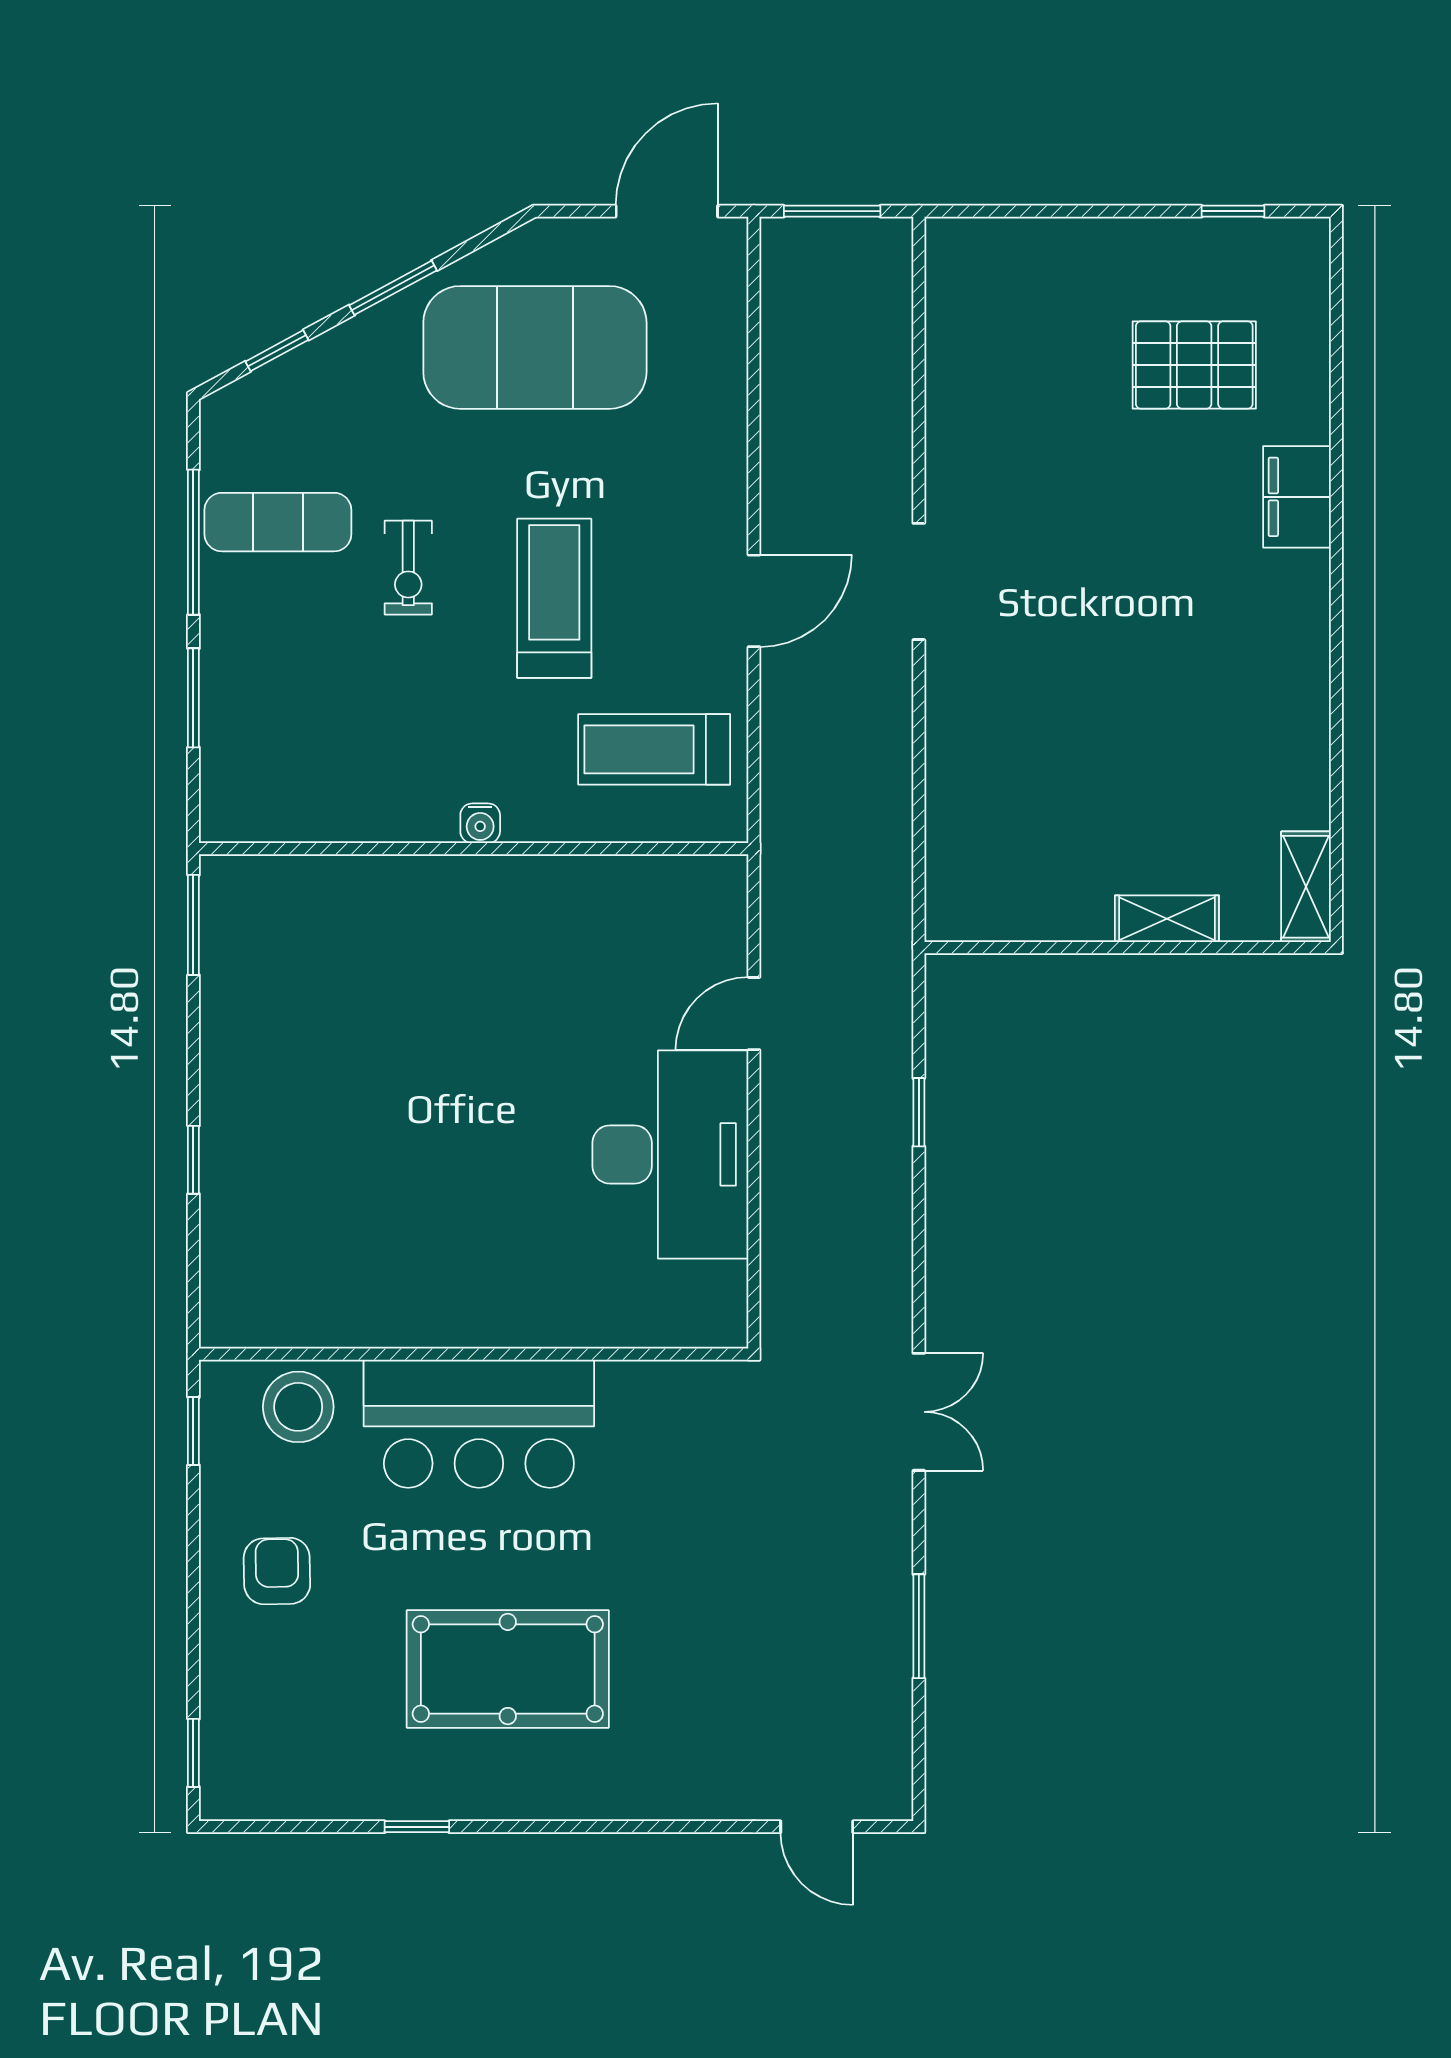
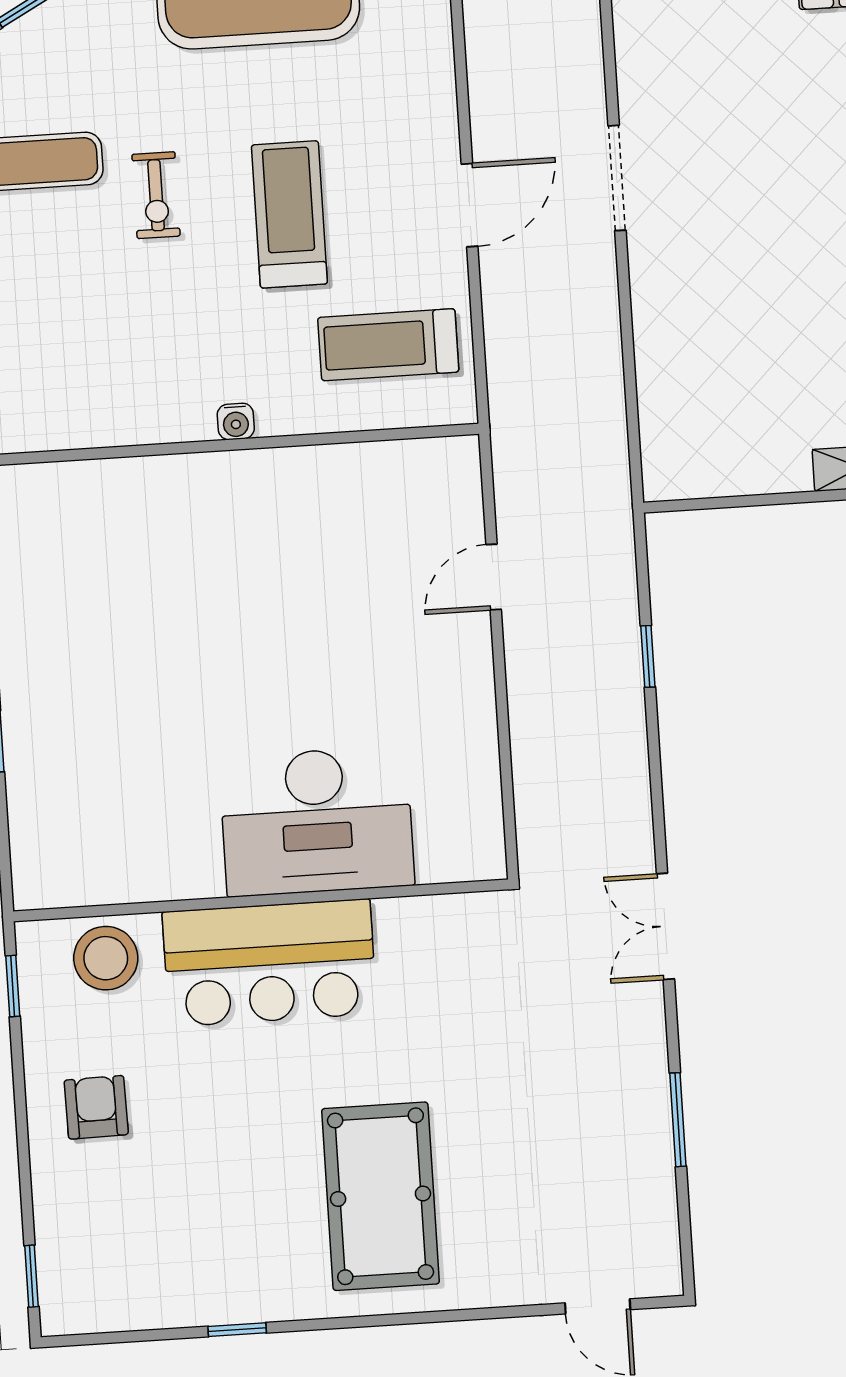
desk: (670, 1154) -> (317, 821), moved, turned 90
double door: (919, 1412) -> (665, 926), swing flipped
pool table: (508, 1669) -> (381, 1196), moved, turned 90

